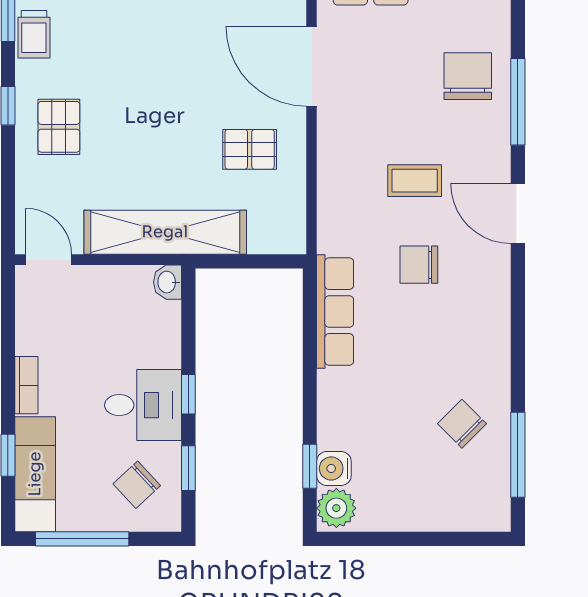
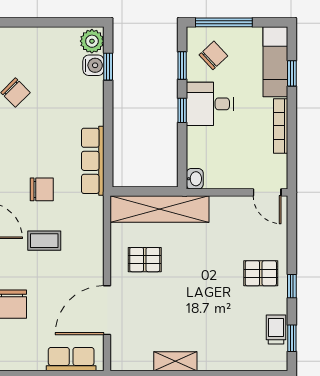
door: (312, 66) -> (107, 310), swing flipped
pallet: (59, 127) -> (261, 273), turned 90
shelving: (165, 232) -> (160, 209), moved
bookcase: (26, 385) -> (281, 126), width x1.56
window: (82, 539) -> (224, 22), moved

